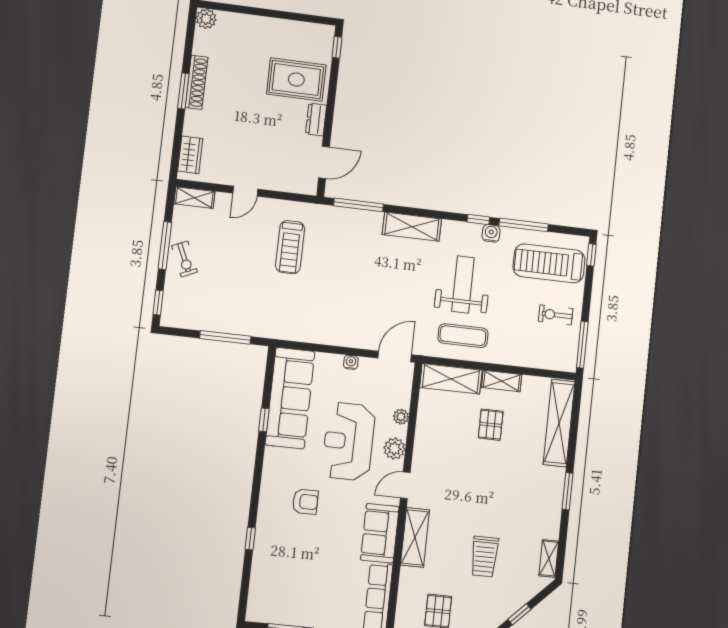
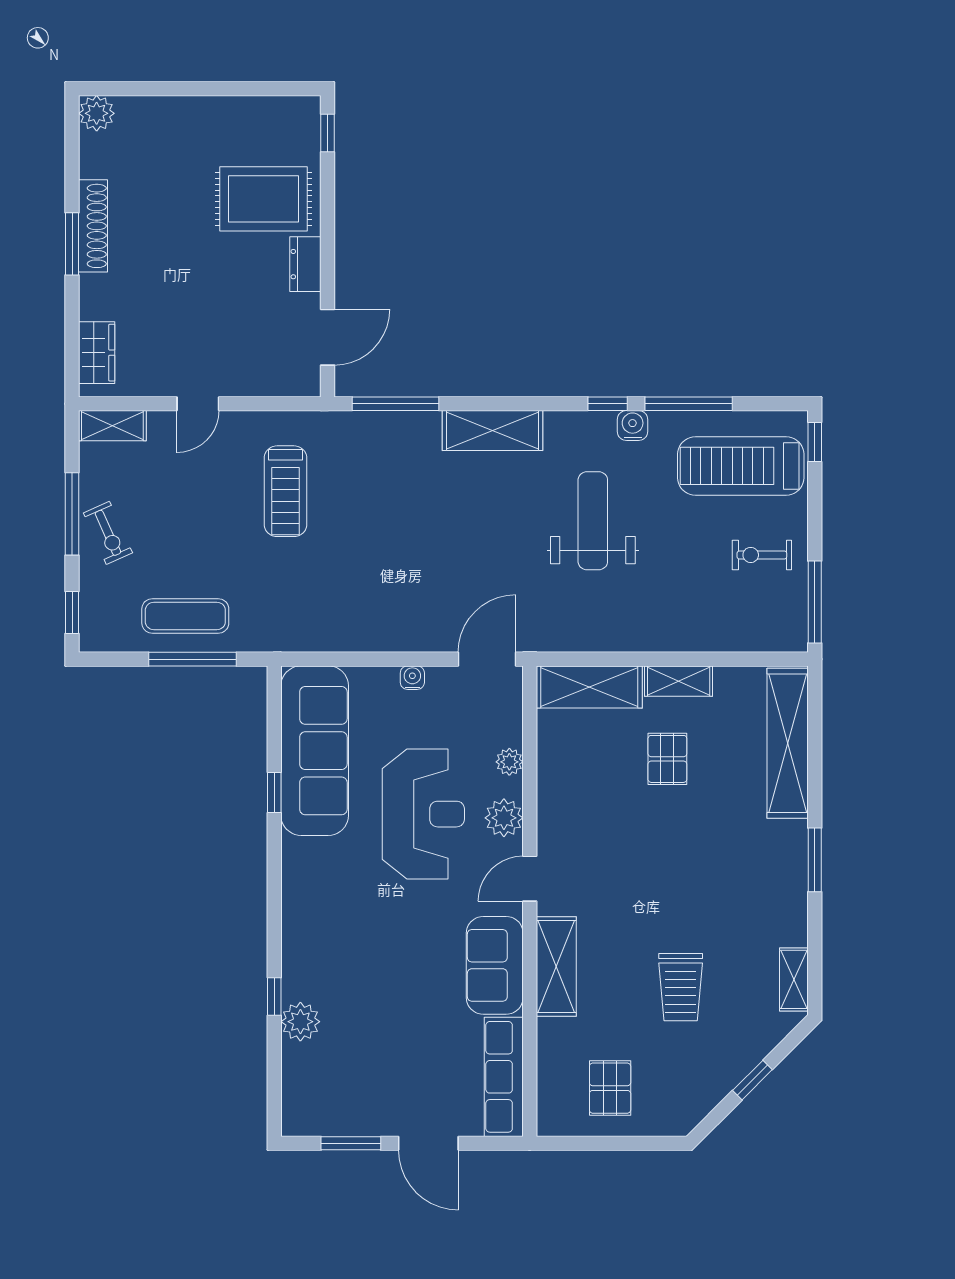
exercise mat: (463, 336) -> (185, 616), moved
reception desk: (348, 441) -> (423, 814), turned 180
armchair: (305, 502) -> (361, 924), removed
plant: (264, 555) -> (300, 1022), added

